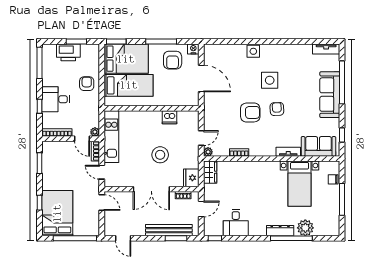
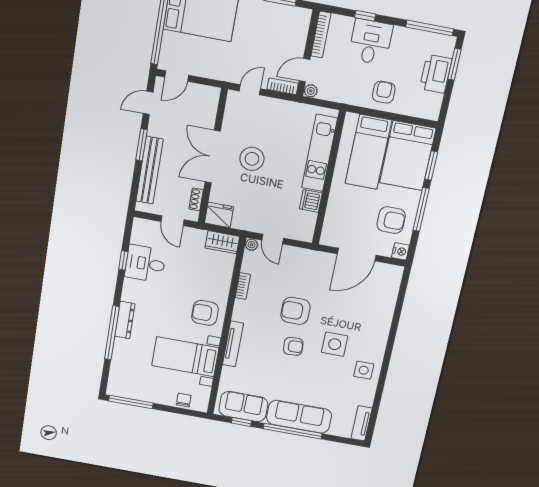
window: (76, 41) -> (454, 64), moved
window: (116, 41) -> (431, 166), moved
side table: (253, 51) -> (364, 370), moved
armchair: (173, 60) -> (391, 220), turned 180
window: (342, 82) -> (293, 431), moved
armchair: (87, 84) -> (384, 92), turned -90
armchair: (250, 112) -> (295, 311), turned 91
kitchen unit: (111, 137) -> (319, 153), moved, turned 90
sofa: (318, 146) -> (243, 407), moved, turned -90
tv unit: (288, 152) -> (233, 344), width x1.41
stool: (160, 155) -> (252, 159), moved
armchair: (264, 175) -> (205, 313), added
window: (342, 199) -> (131, 402), moved
door: (102, 203) -> (177, 76), moved
plant: (305, 228) -> (124, 353), removed
window: (176, 238) -> (141, 145), moved
window: (215, 238) -> (123, 260), moved

